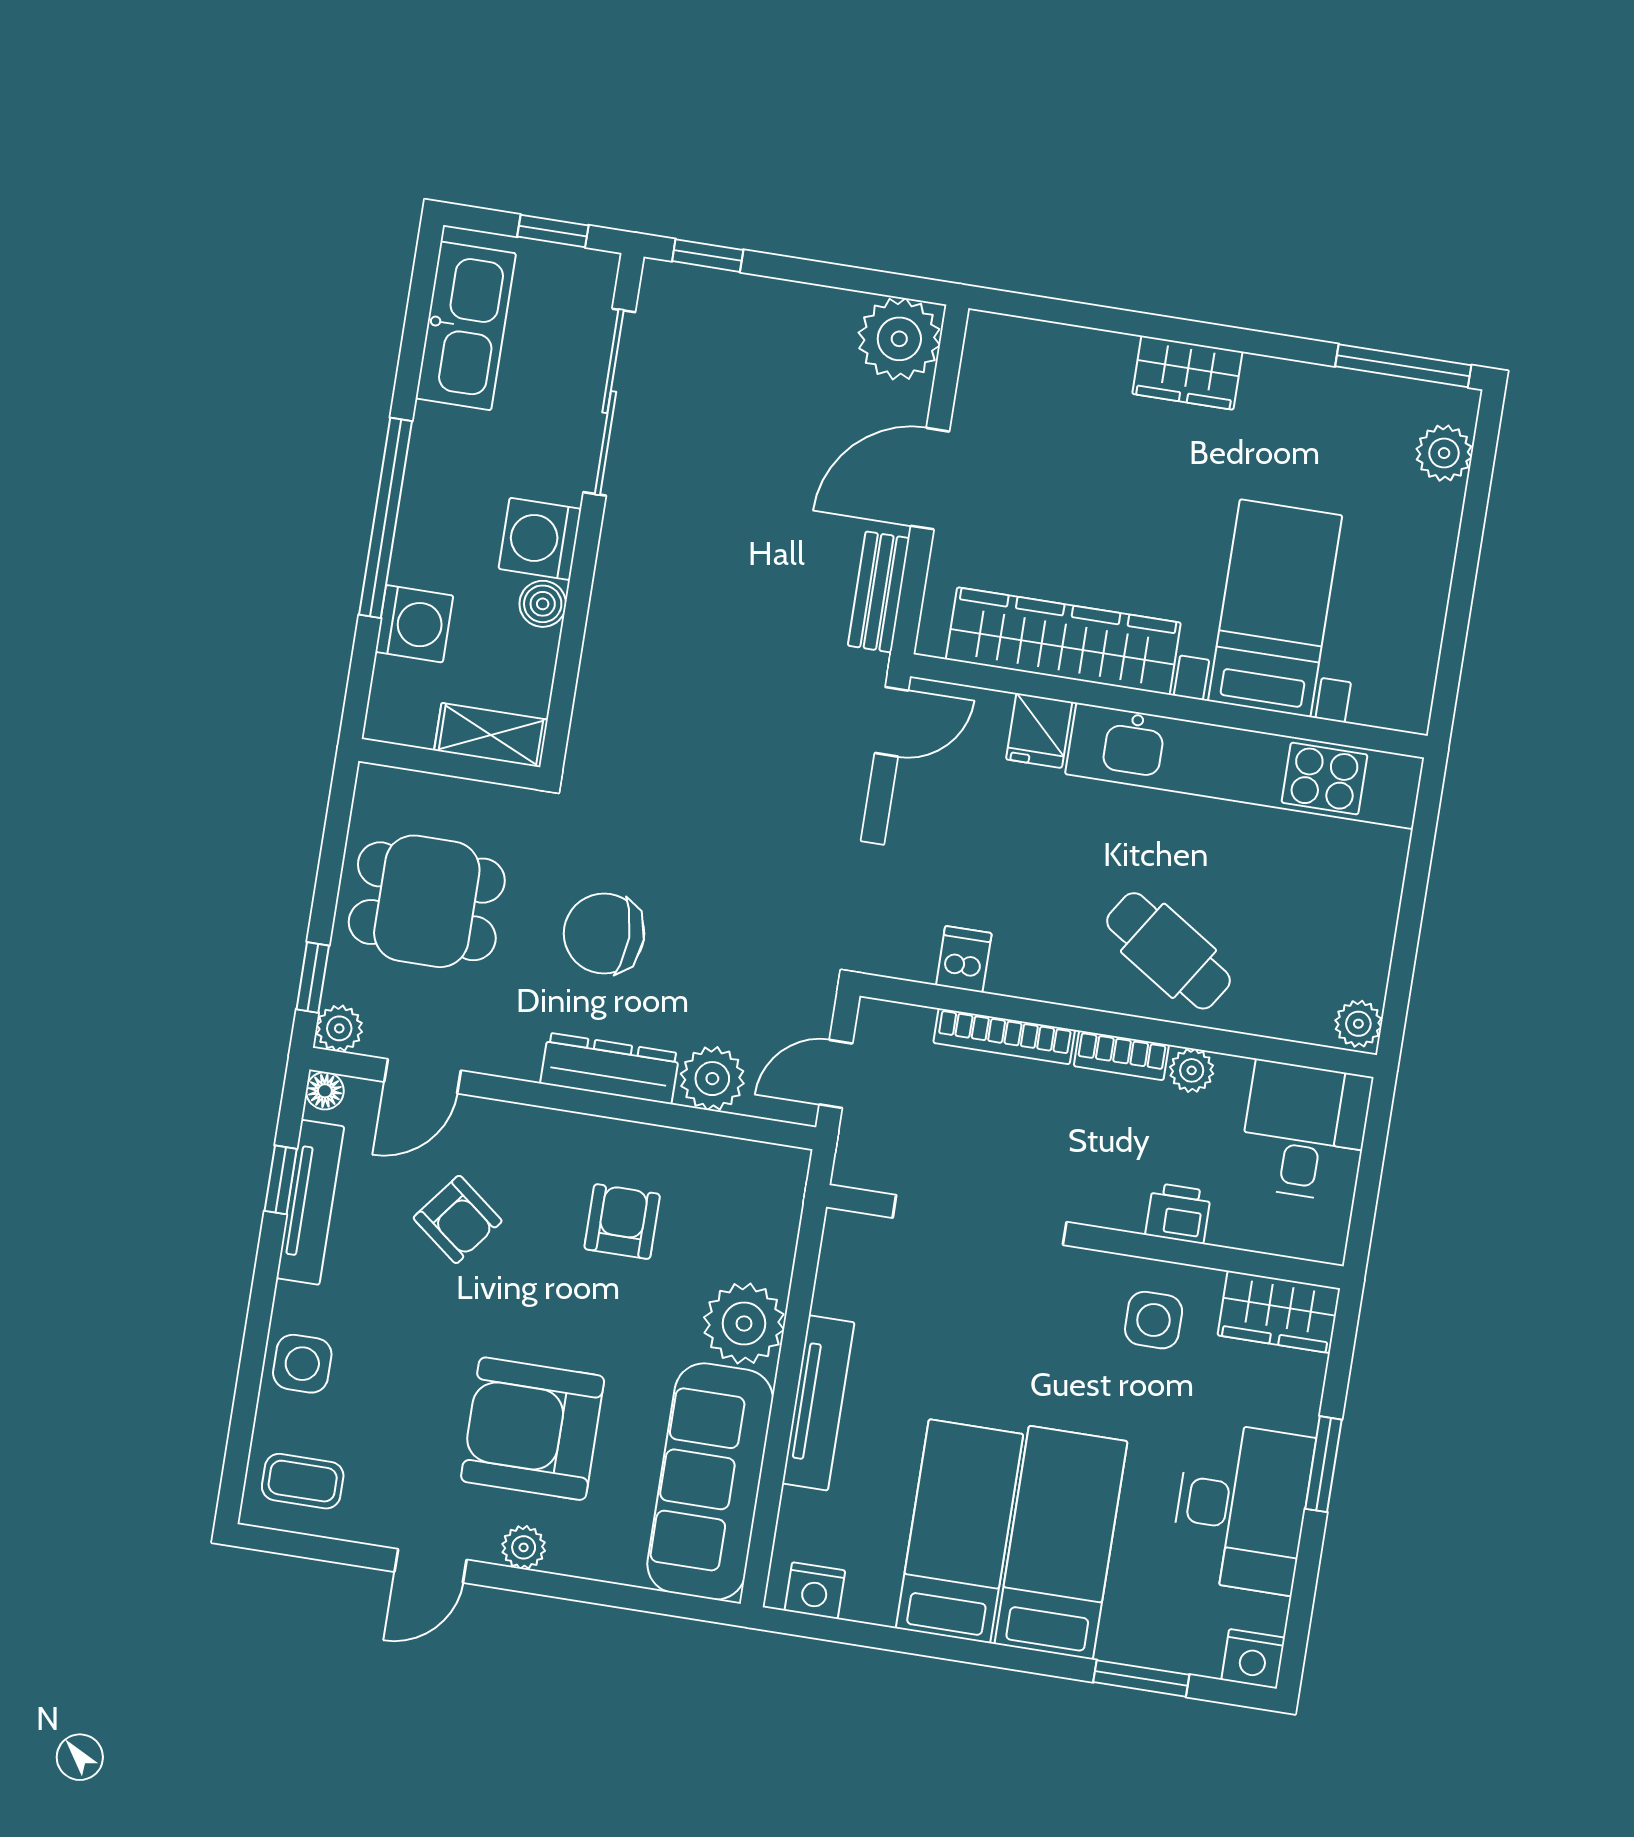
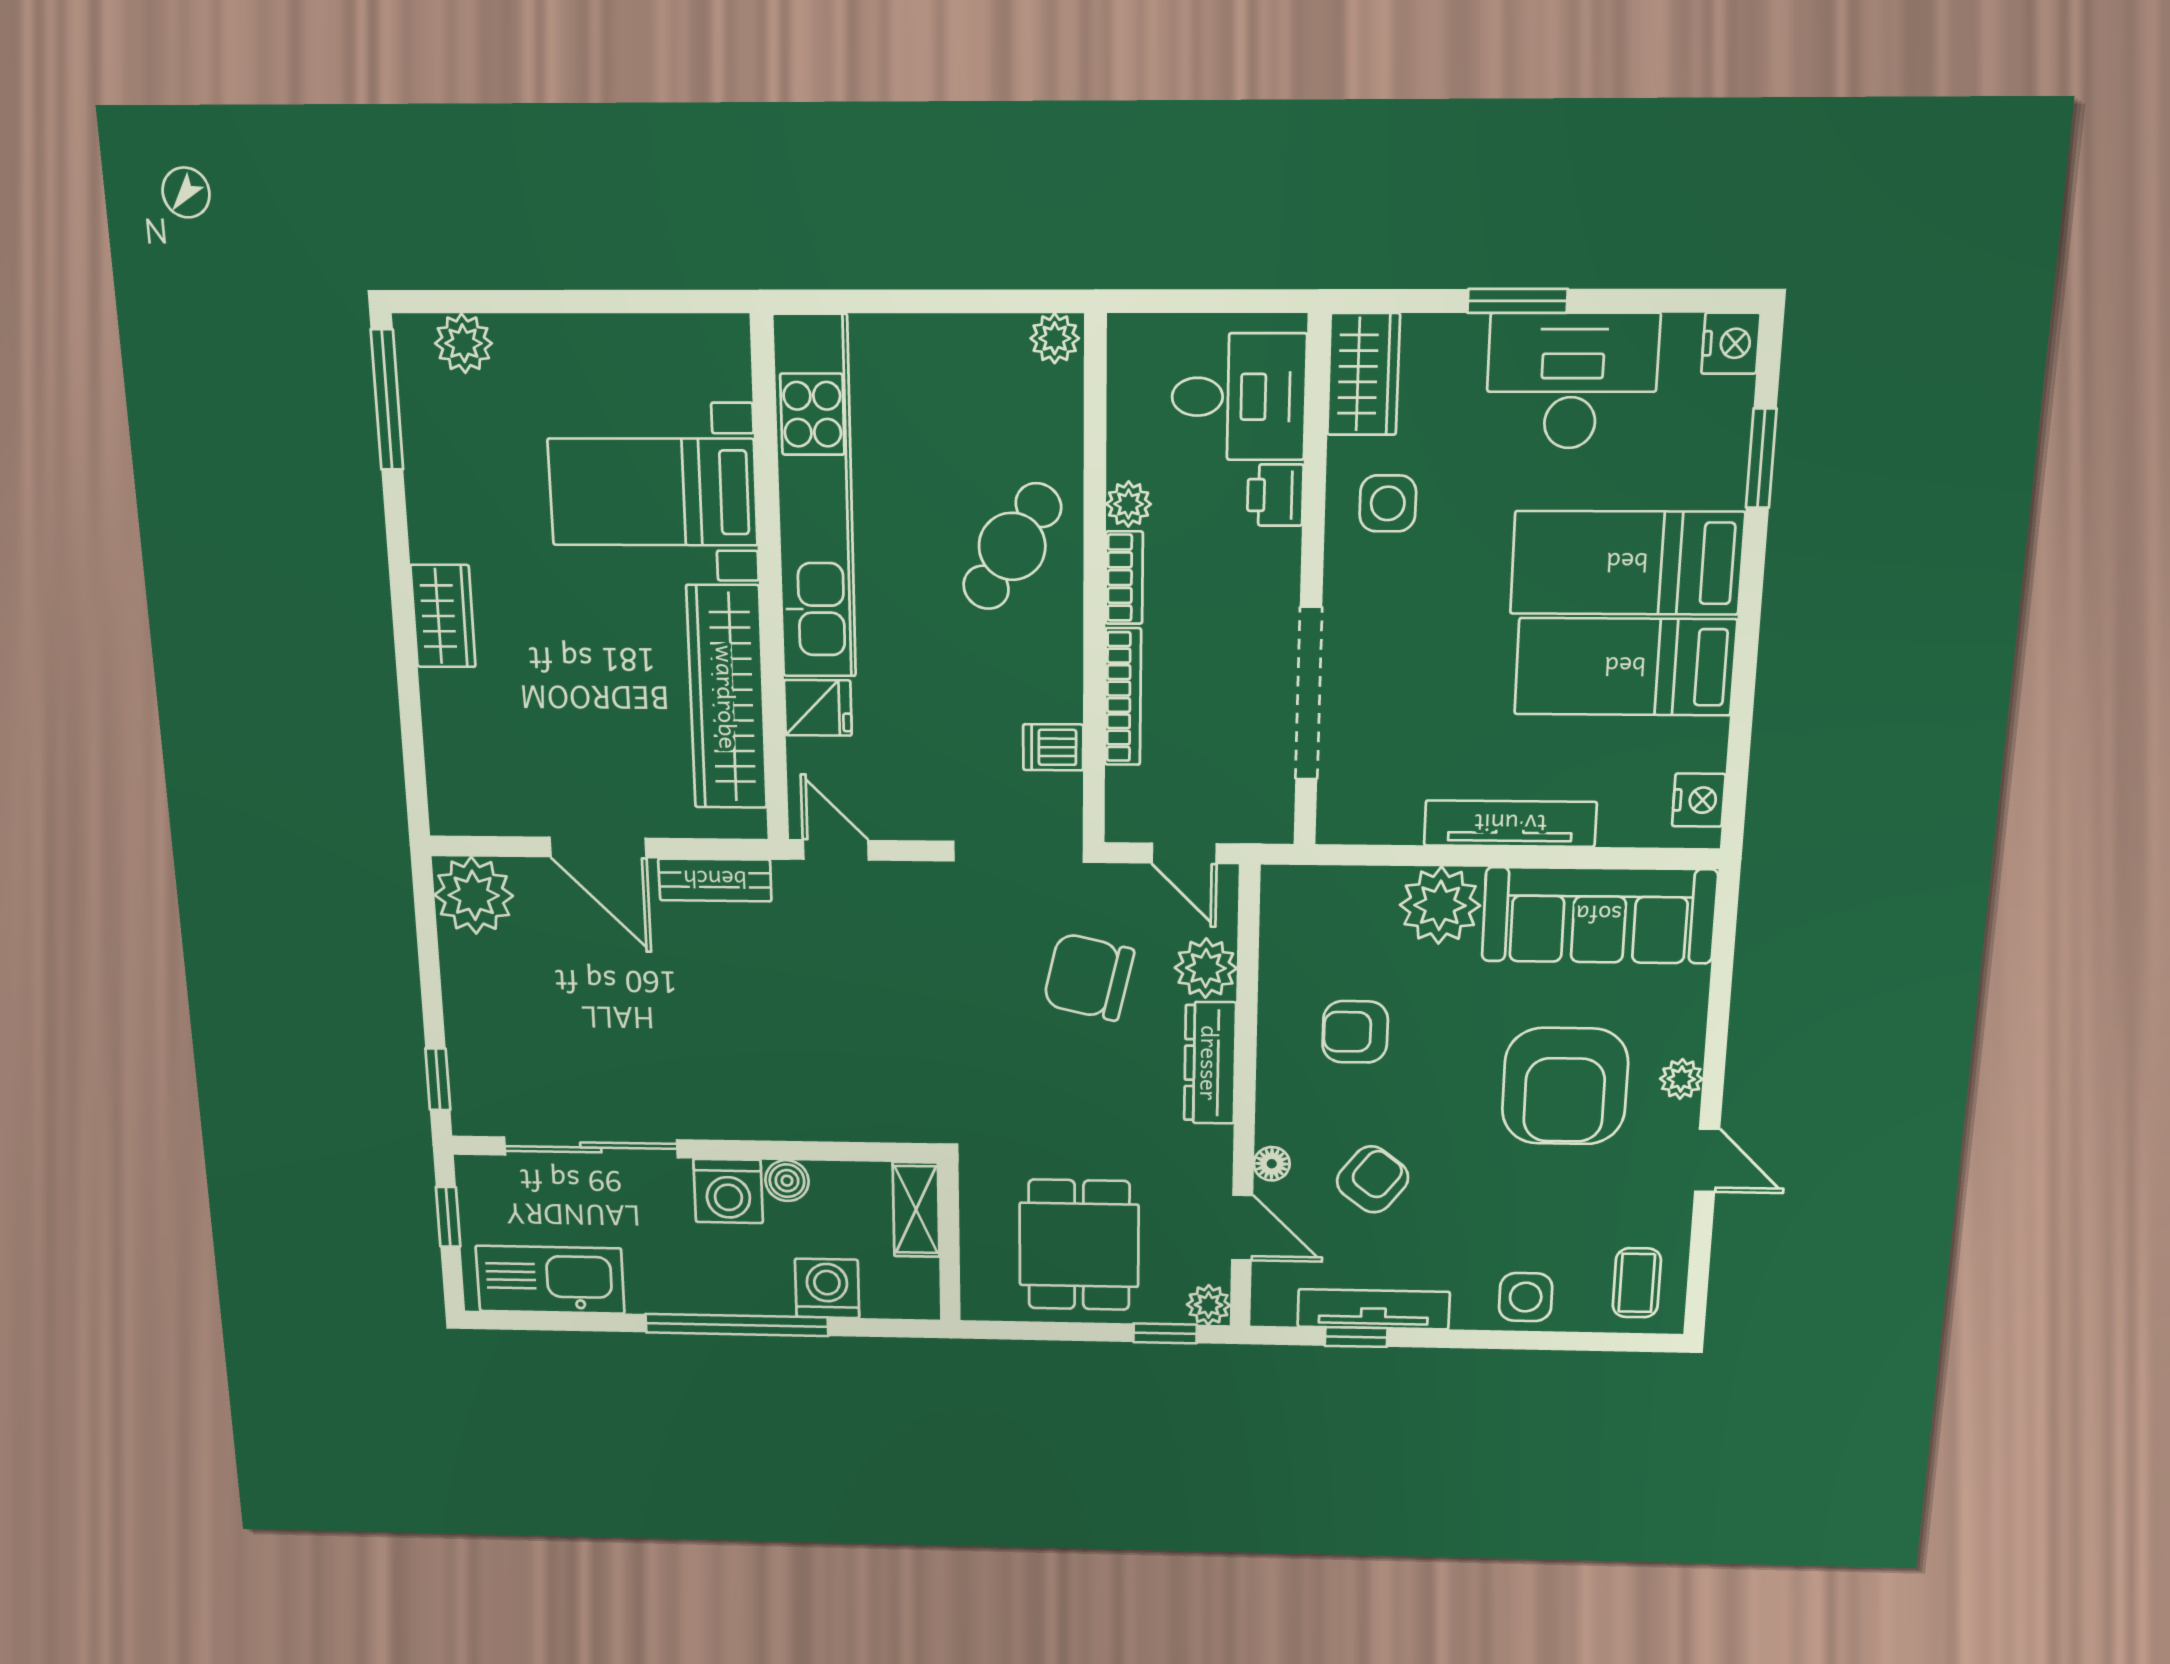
chair: (604, 934) -> (1089, 977), moved, turned 103
floor lamp: (325, 1091) -> (1272, 1164), moved
desk: (1305, 1131) -> (1239, 397), moved, turned 180

